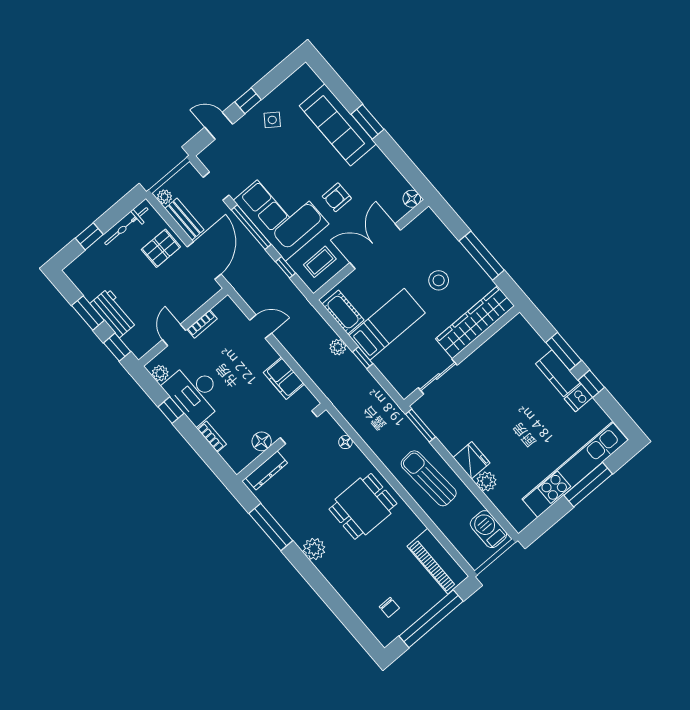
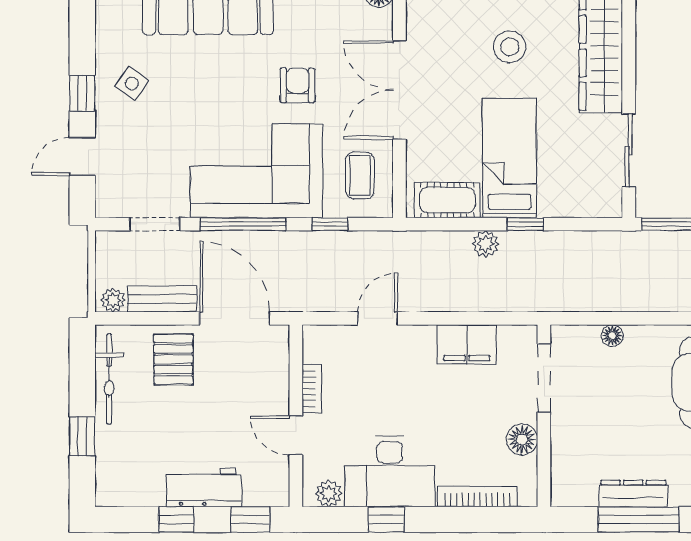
armchair: (337, 197) -> (297, 85), turned 180
window: (88, 313) -> (176, 519), width x0.67
bookcase: (212, 437) -> (477, 497), width x1.56
dresser: (267, 471) -> (633, 494), moved, turned -90

